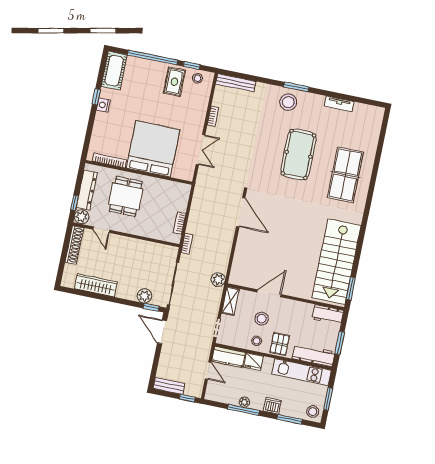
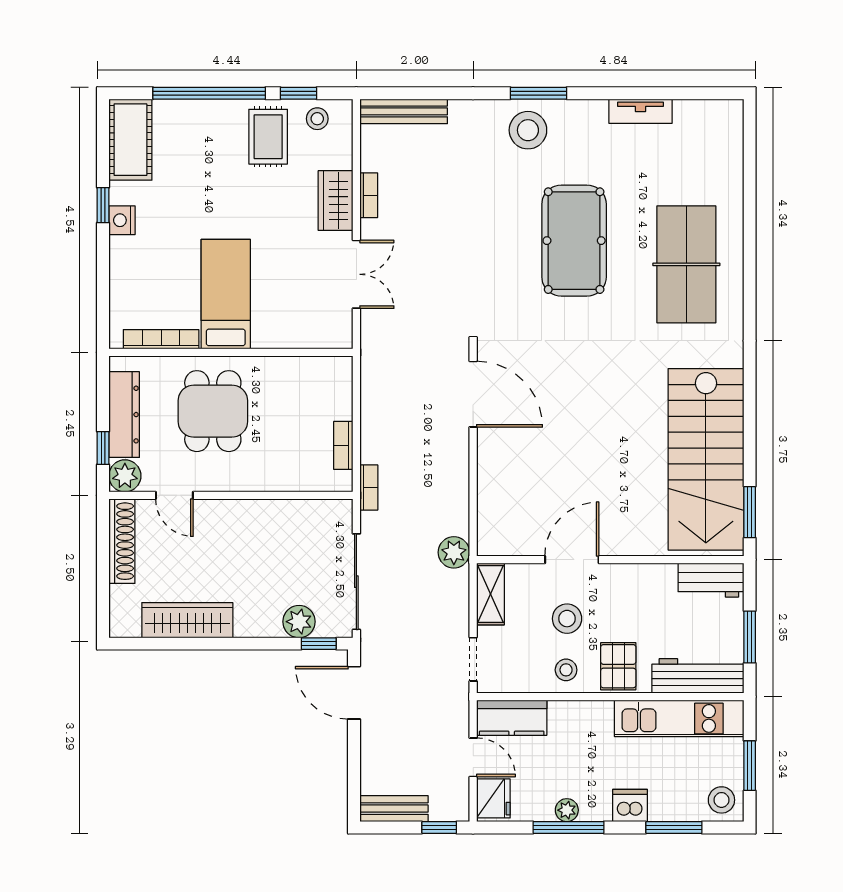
wardrobe: (198, 116) -> (335, 201), added
bed: (153, 149) -> (226, 294), width x0.49
fridge: (253, 362) -> (493, 798), moved, turned -90

